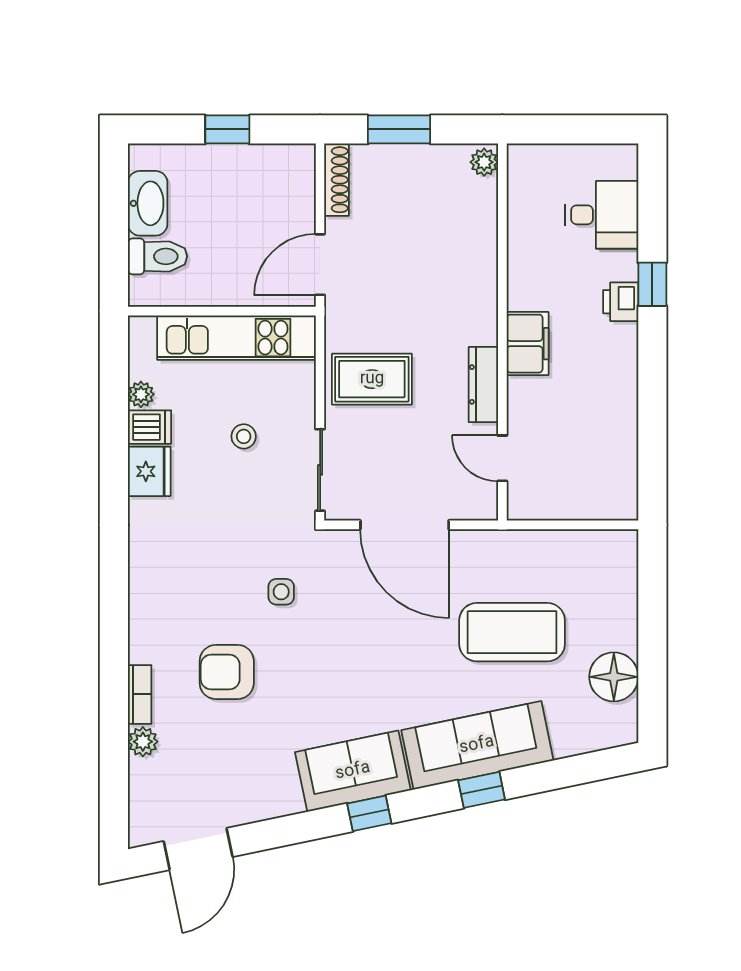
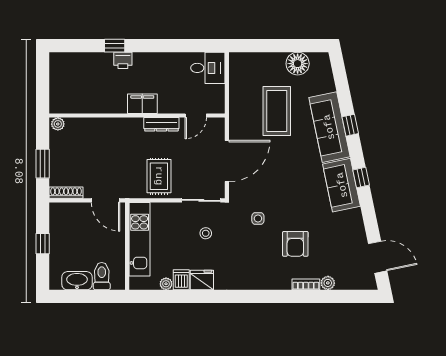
desk: (602, 215) -> (208, 68), moved, turned 90
stool: (244, 436) -> (206, 233), moved

